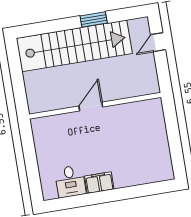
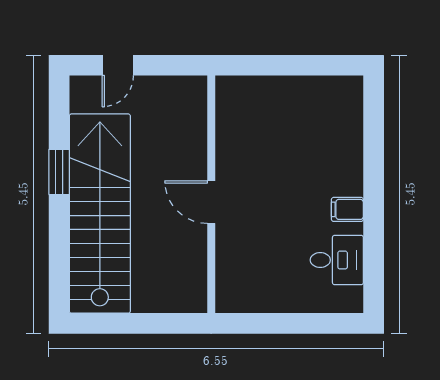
door: (158, 42) -> (118, 65), hinge flipped
filing cabinet: (99, 183) -> (347, 209), width x0.50

